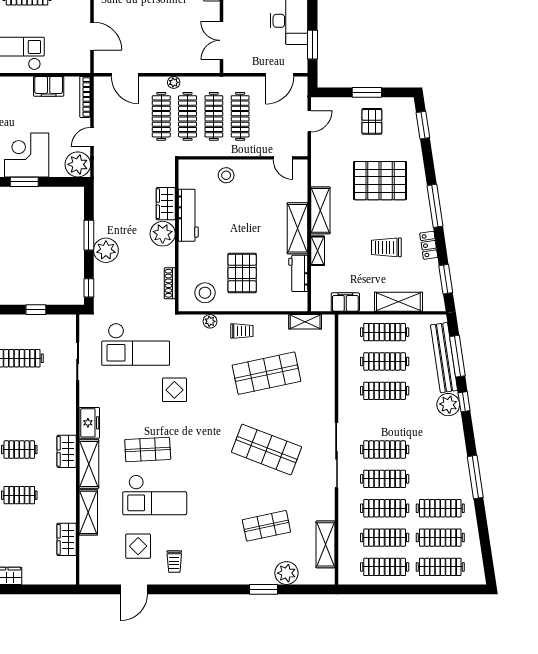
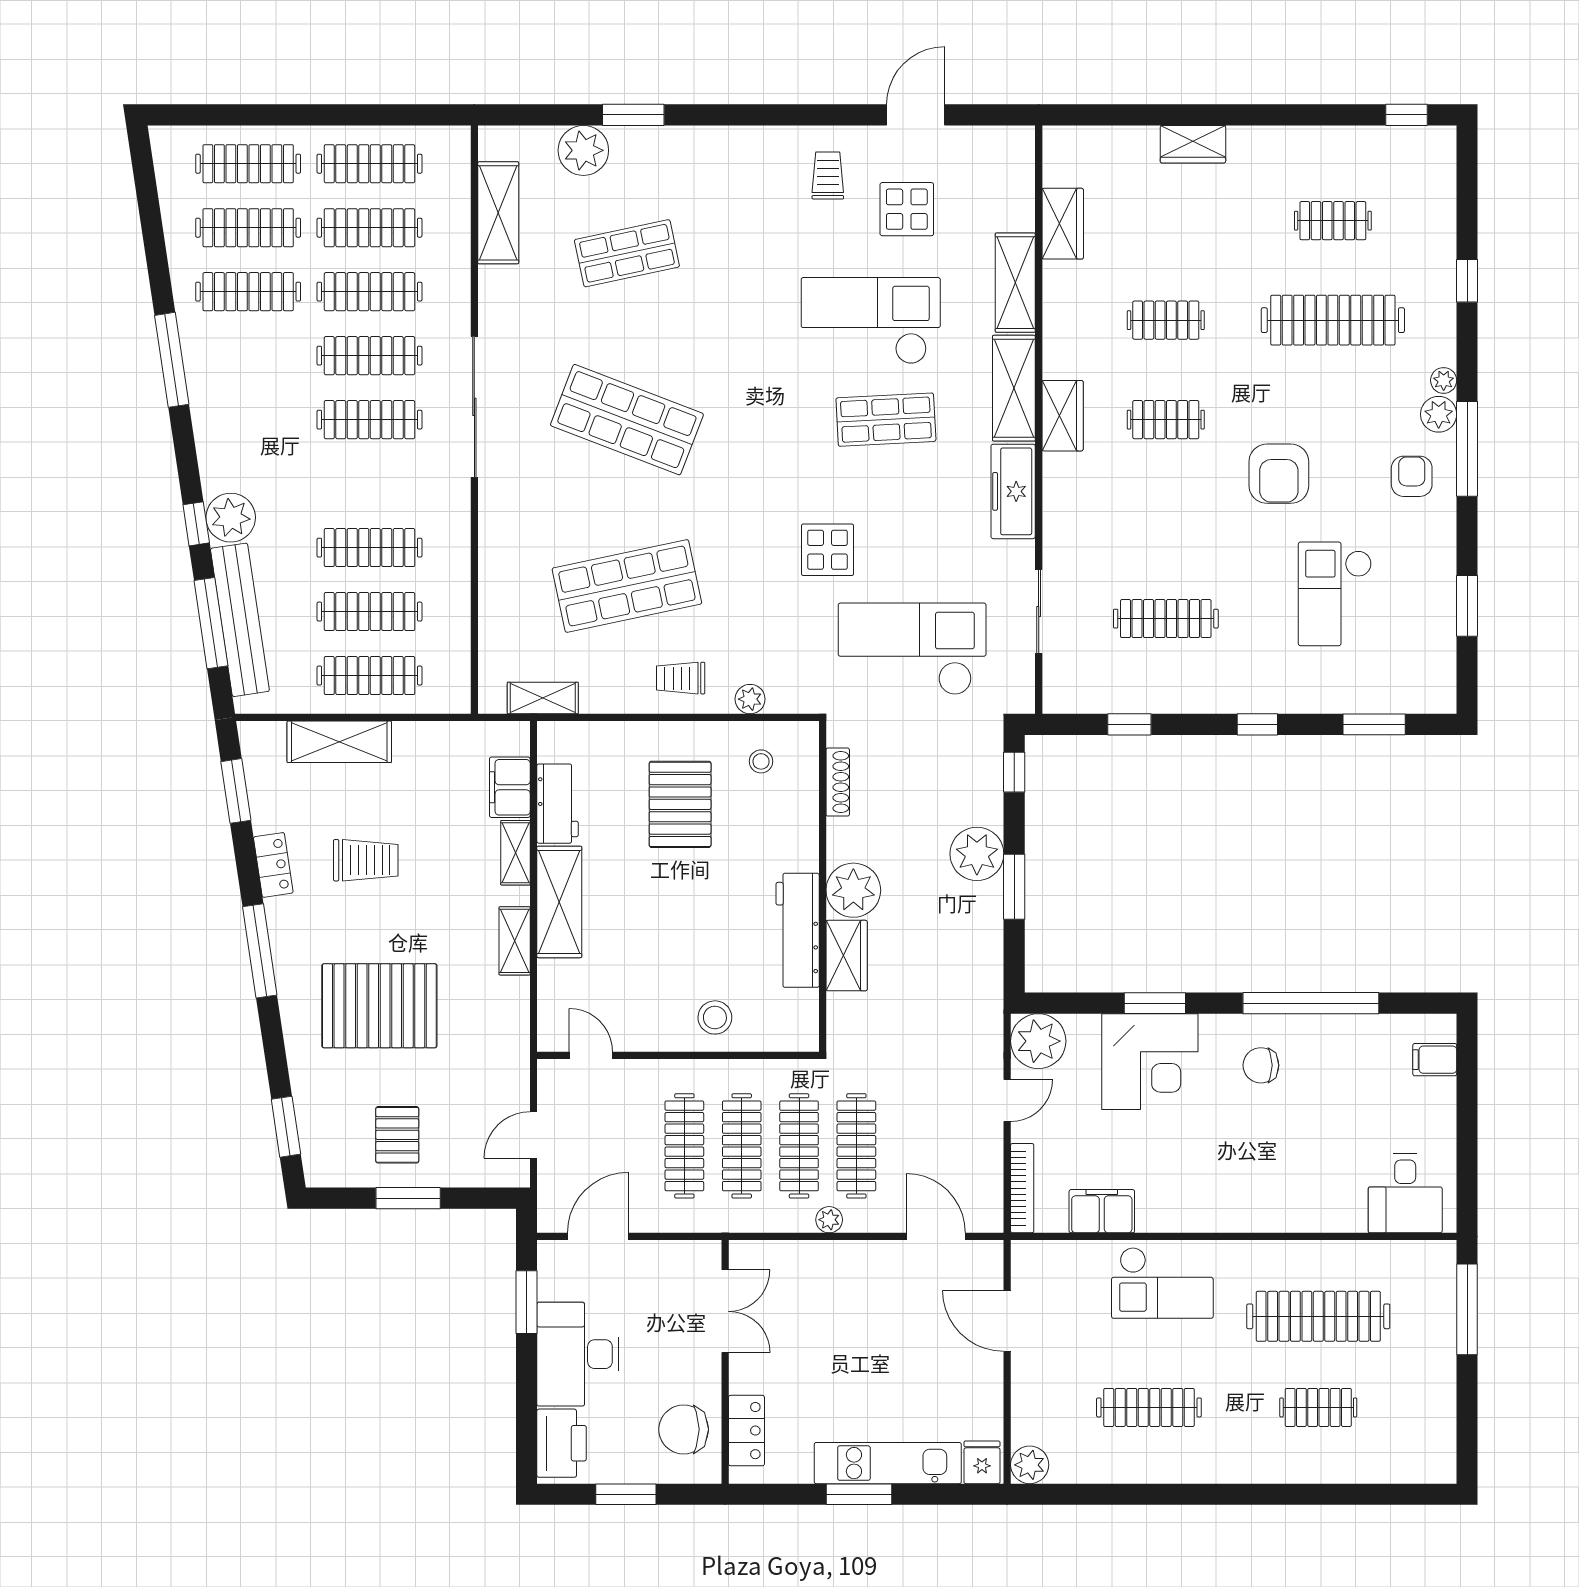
shelving: (320, 210) -> (515, 941), width x0.67, depth x0.75
stool: (205, 293) -> (761, 761), width x0.53, depth x0.53
filing cabinet: (345, 302) -> (510, 787), moved, turned 90
freezer: (89, 423) -> (1013, 491), width x1.40

